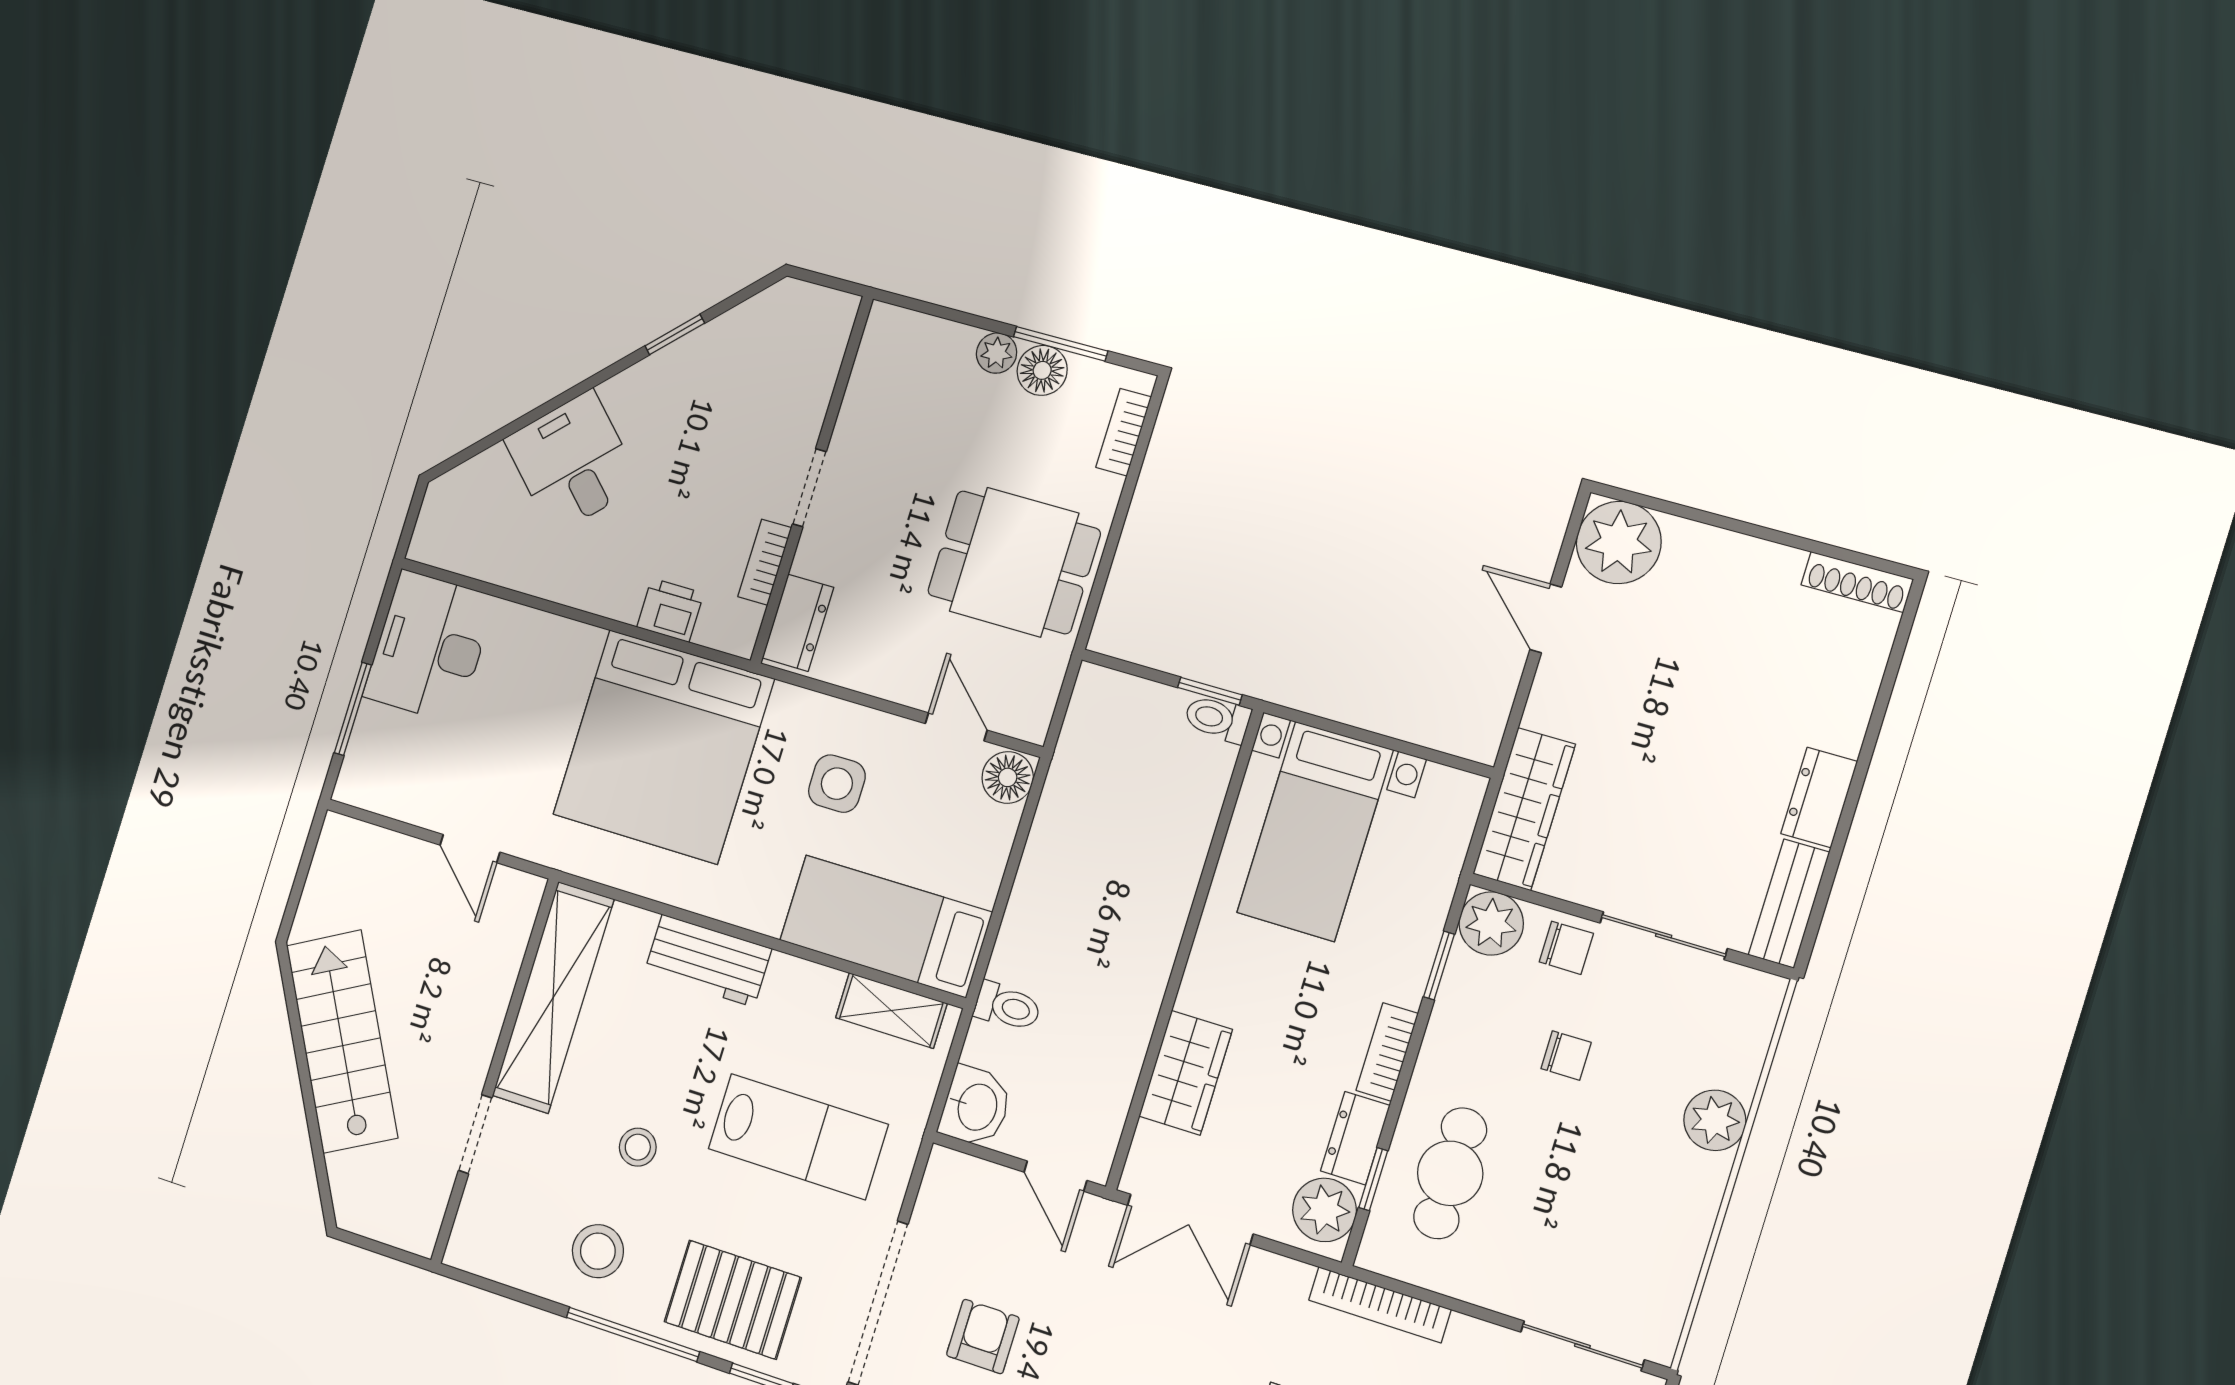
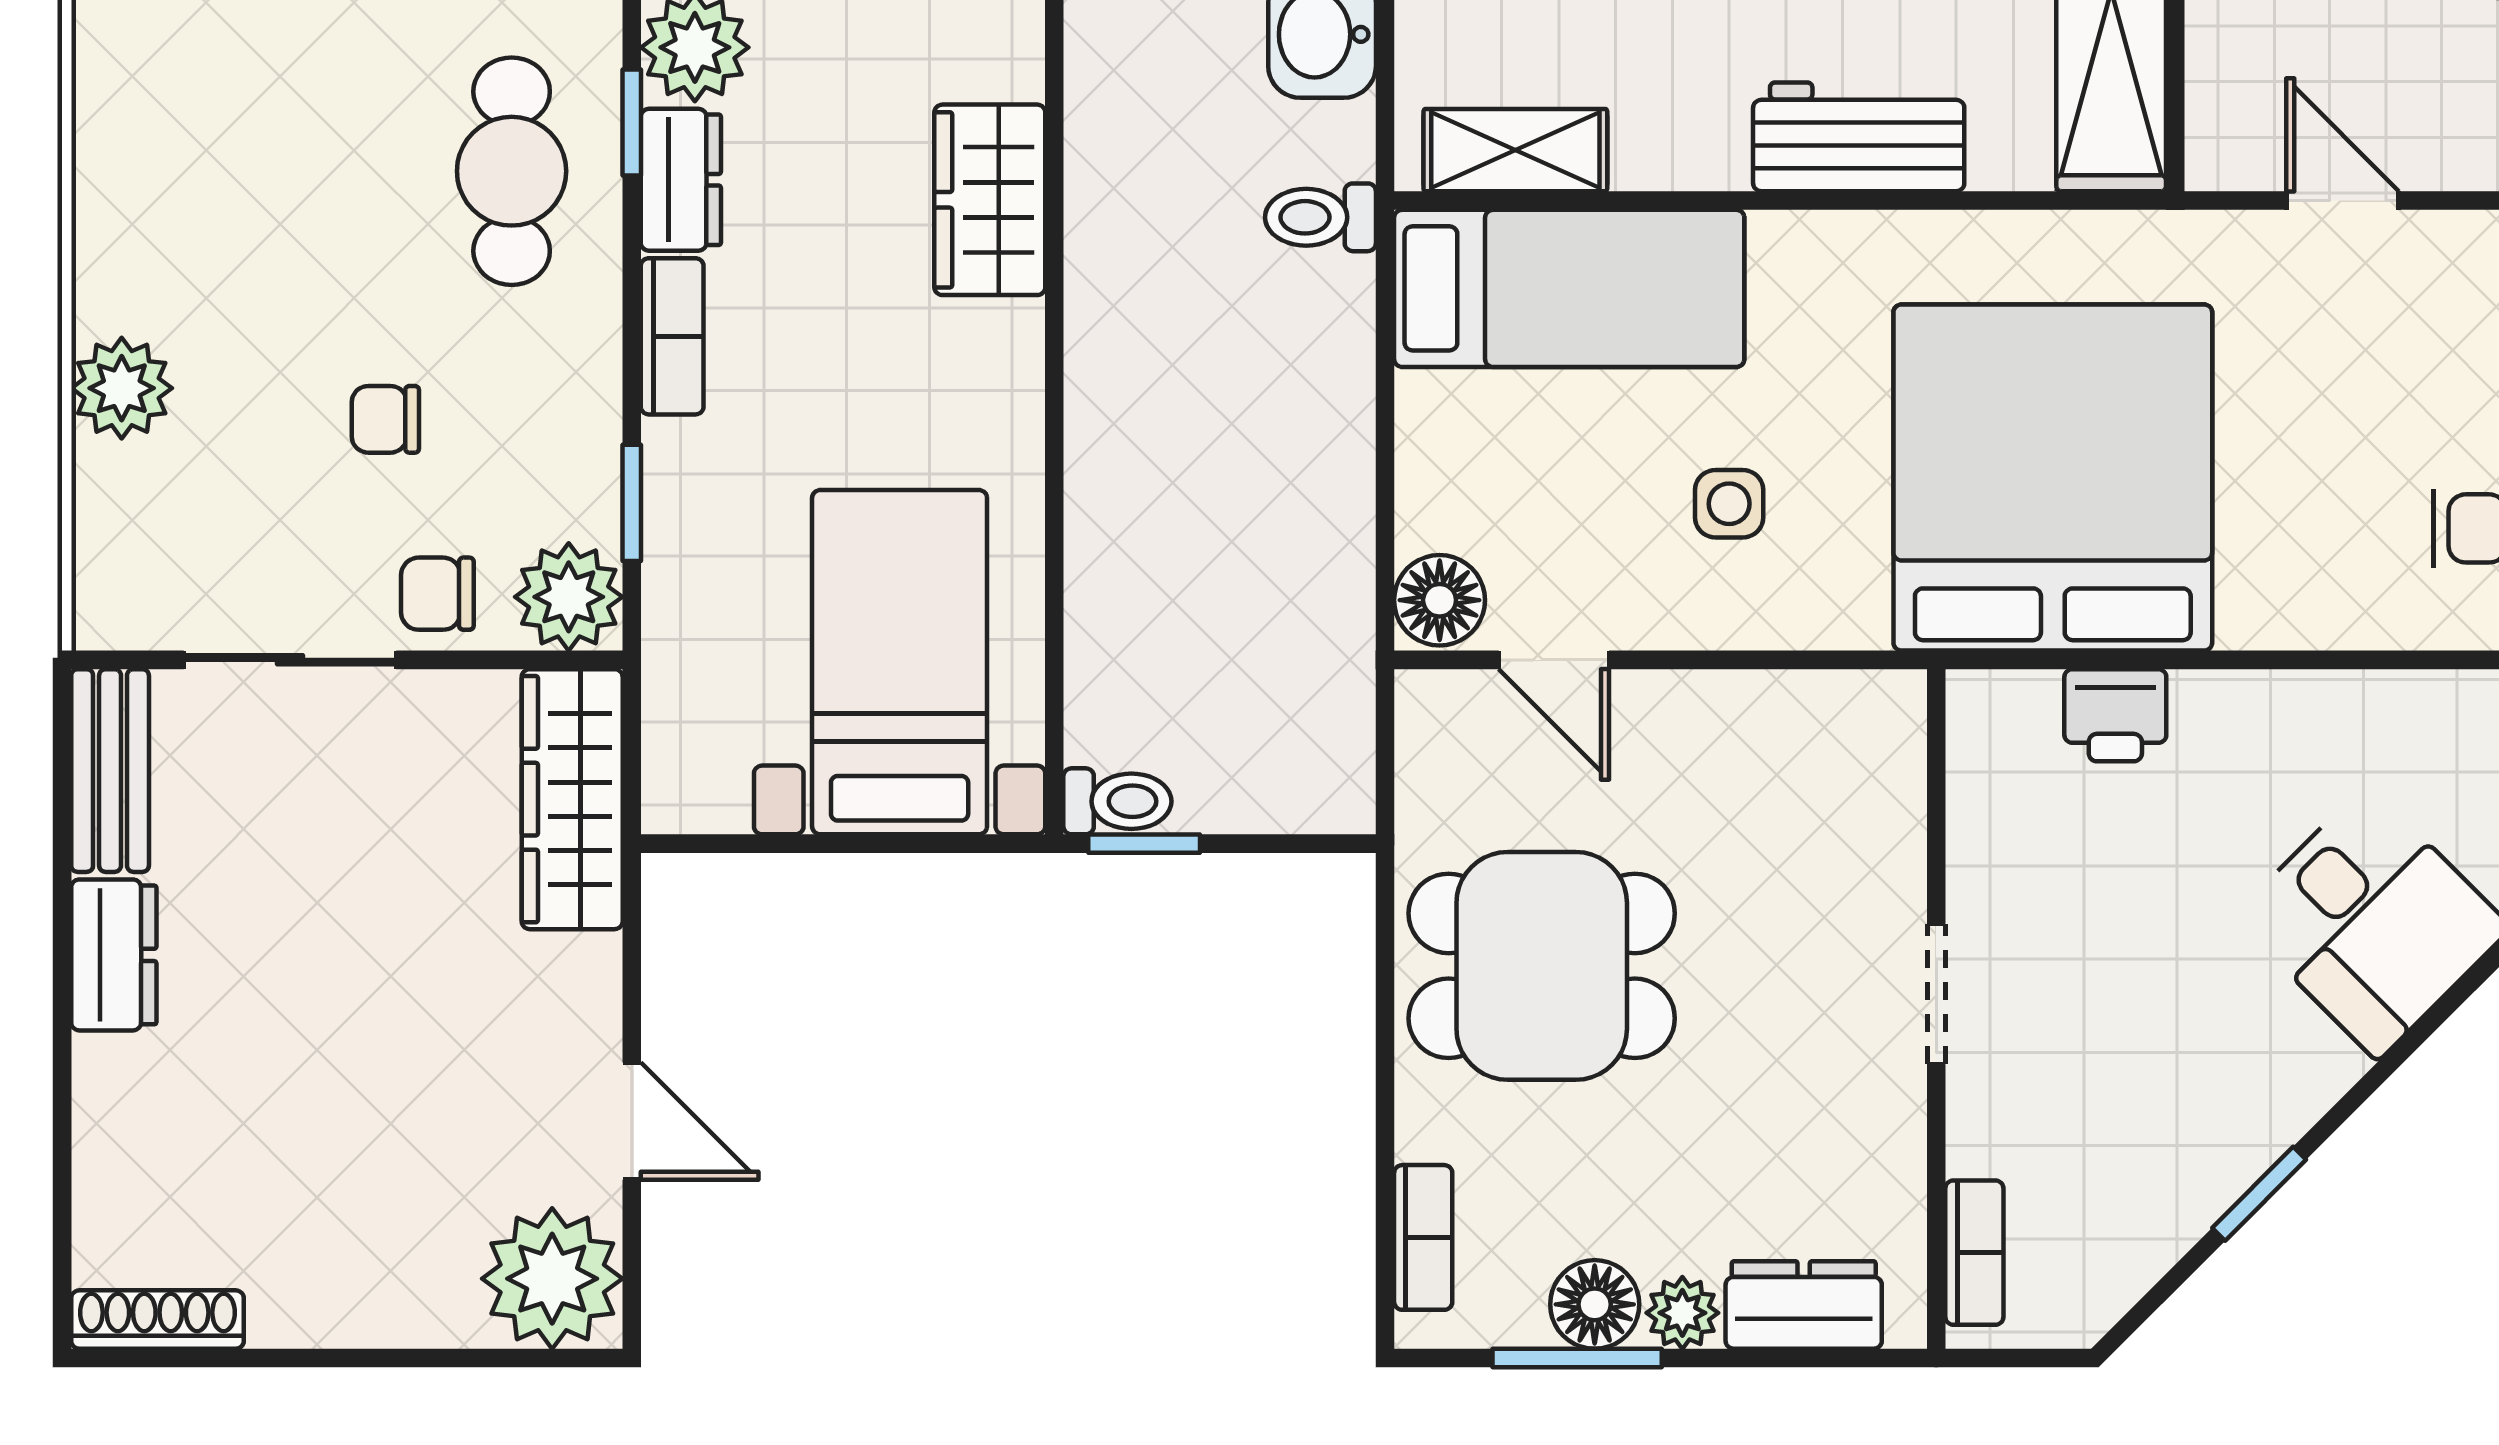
bookcase: (765, 562) -> (1974, 1253), moved
dresser: (798, 623) -> (1804, 1305), moved, turned 90
side table: (837, 784) -> (1729, 504), width x0.73, depth x0.73

